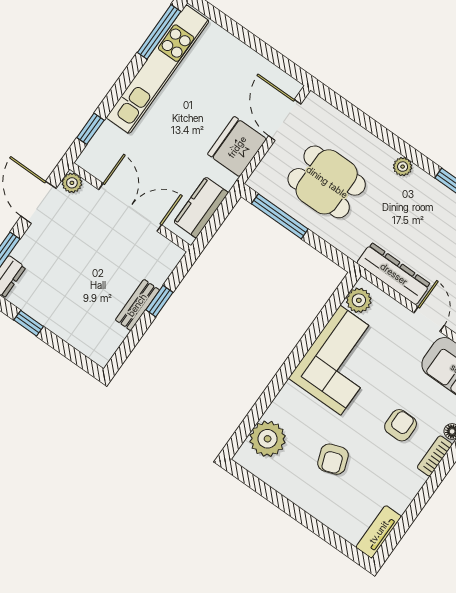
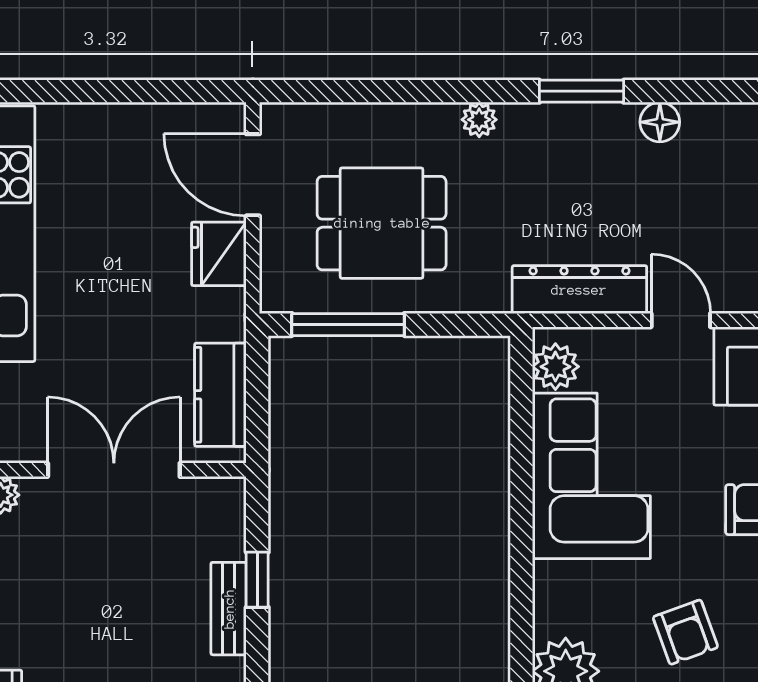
fridge: (237, 147) -> (219, 254), width x0.73, depth x0.75

